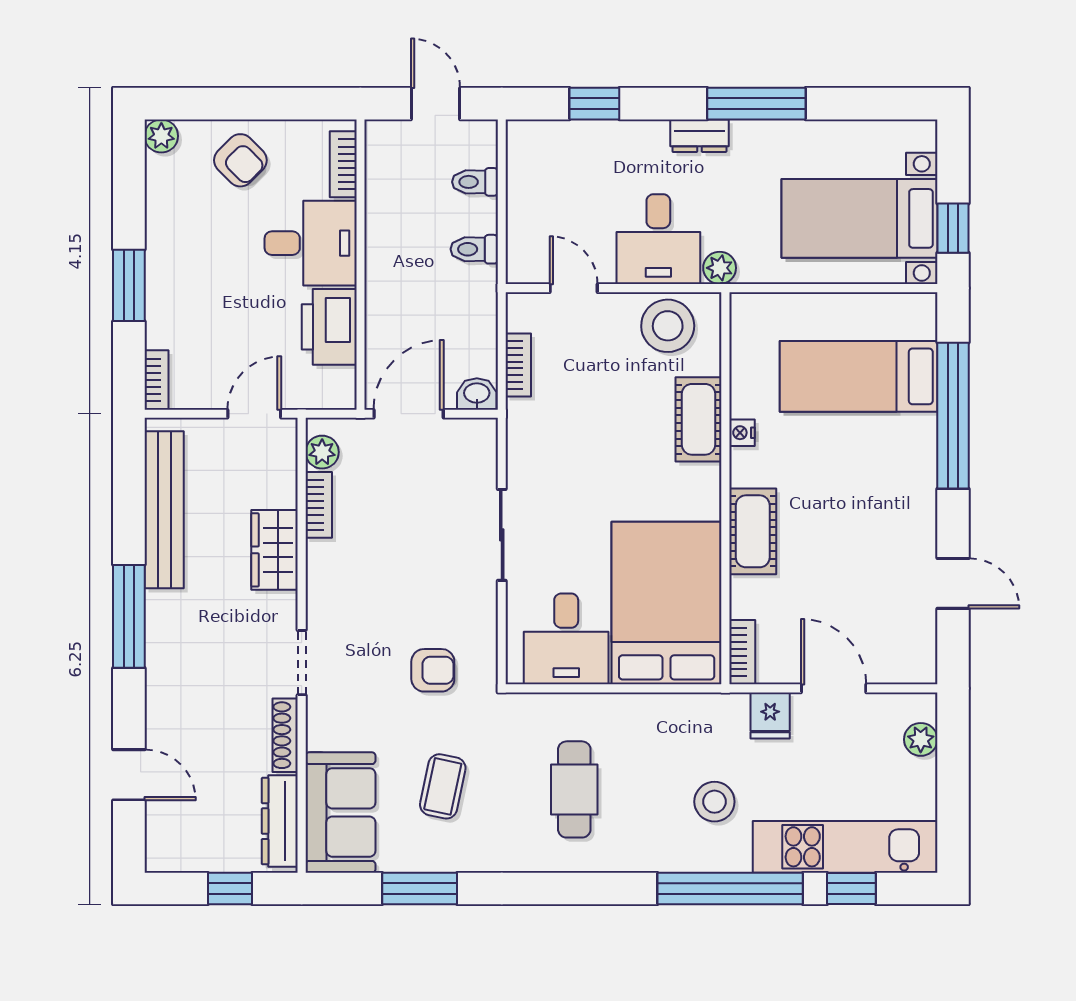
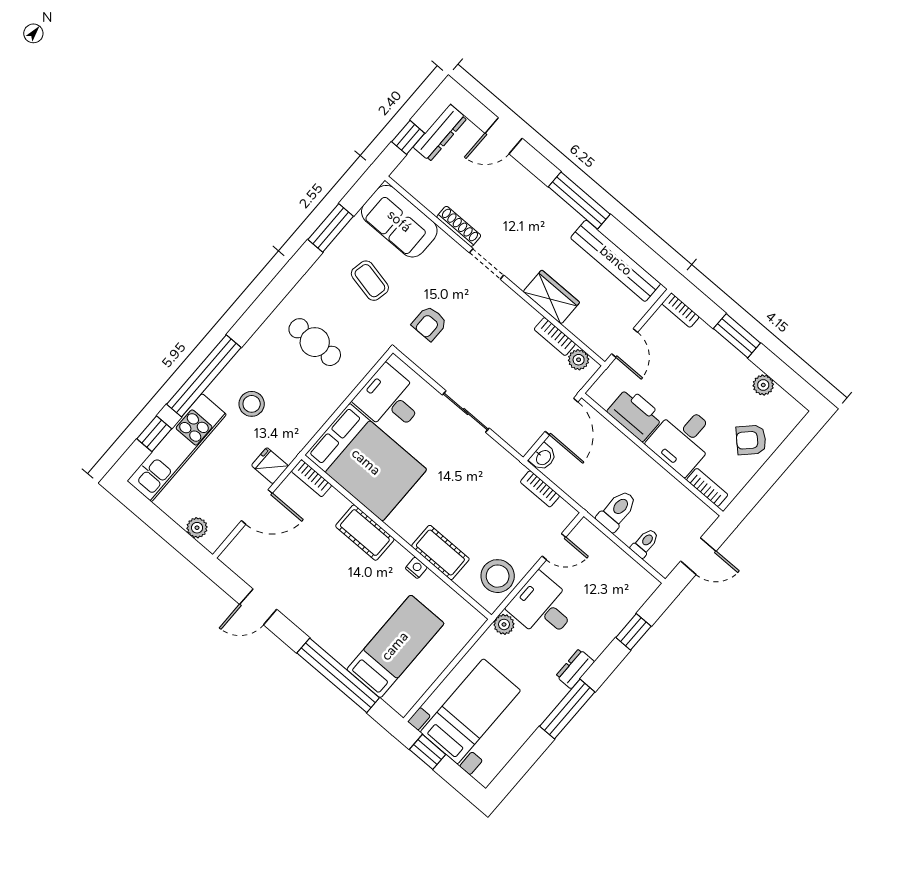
plant: (161, 136) -> (763, 385), moved
toilet: (474, 249) -> (617, 511), width x1.37, depth x1.39
dresser: (280, 821) -> (440, 133), moved, turned 90

